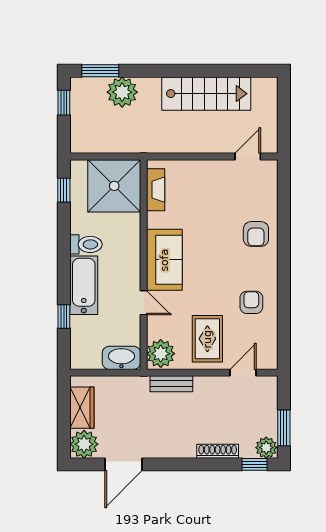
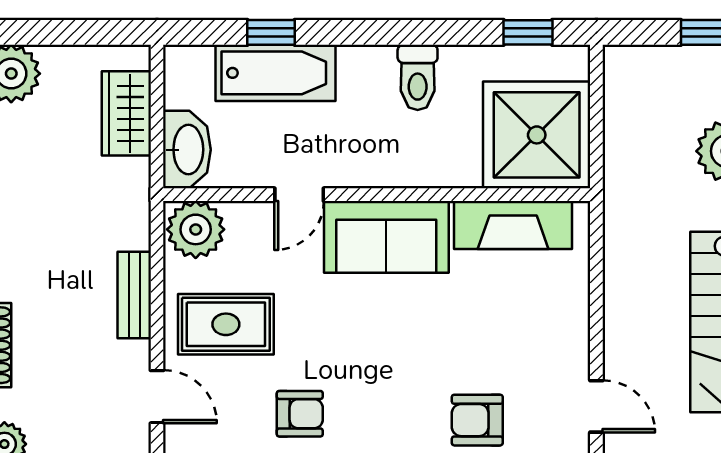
fireplace: (156, 190) -> (513, 225), width x1.37, depth x1.32
armchair: (256, 234) -> (477, 420), moved
bathtub: (84, 285) -> (276, 73), moved
bench: (171, 384) -> (134, 295), moved
wardrobe: (82, 408) -> (126, 113), moved, turned 90

